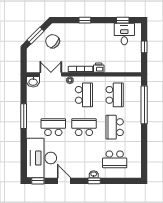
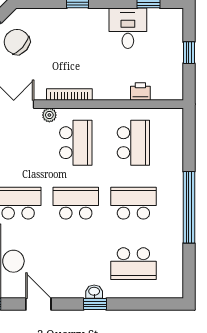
desk: (124, 34) -> (128, 28), moved
printer: (99, 68) -> (140, 92), moved
window: (144, 105) -> (189, 207), moved
school desk: (115, 127) -> (133, 203), turned 90

